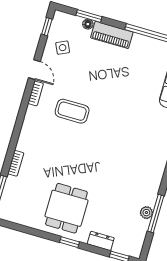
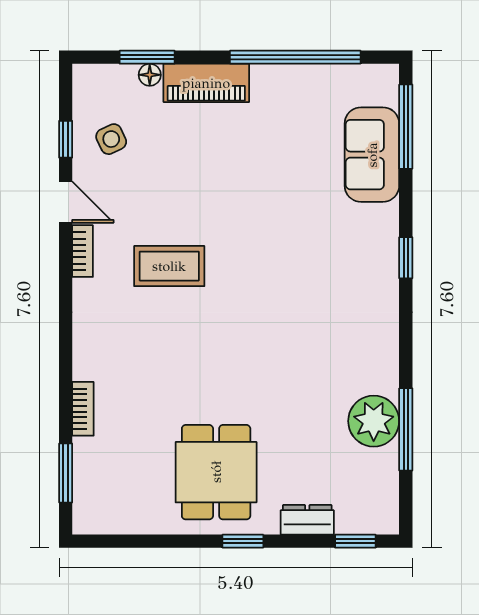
window: (47, 27) -> (66, 139), moved
plant: (146, 213) -> (374, 421), width x1.87, depth x1.87

